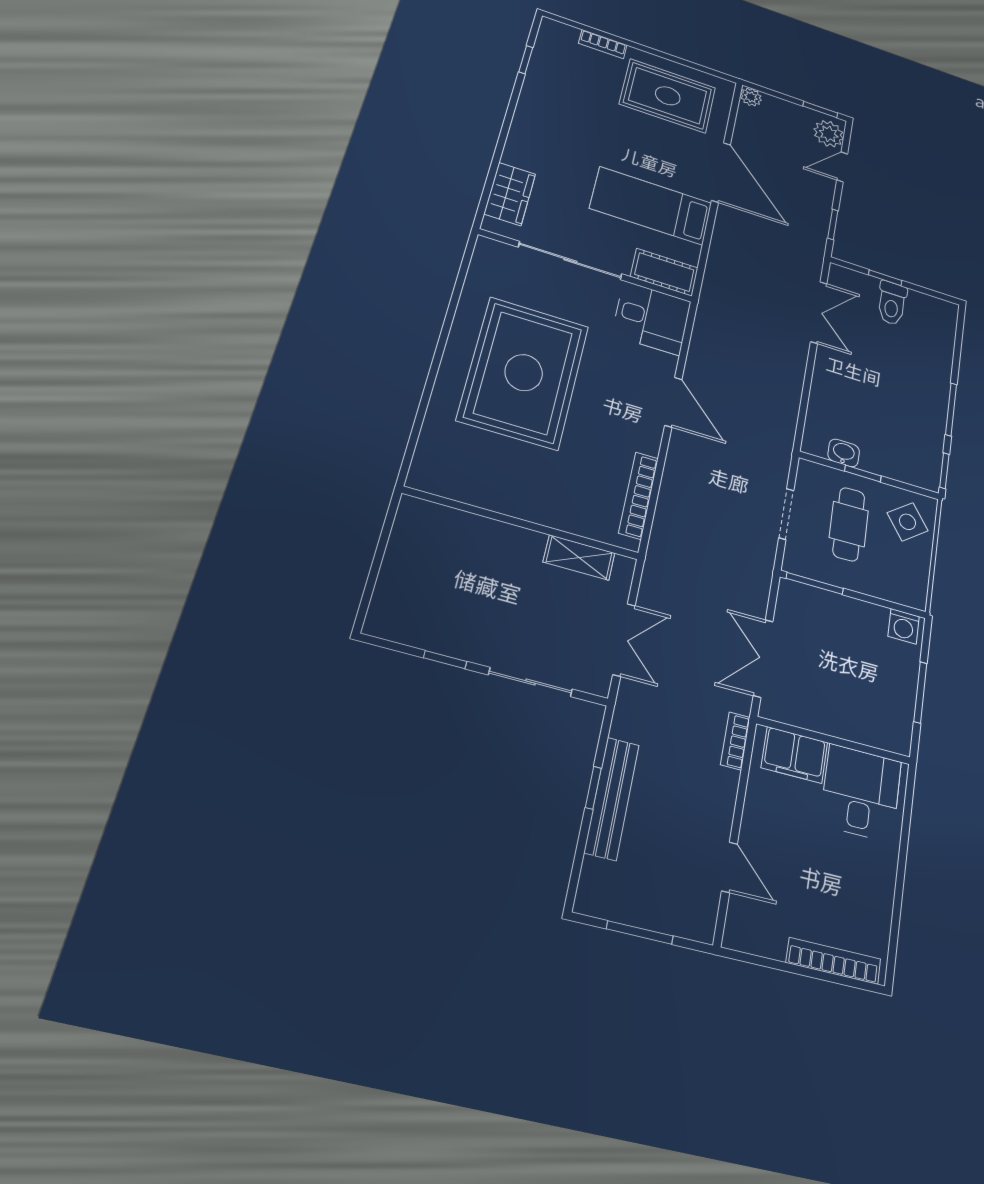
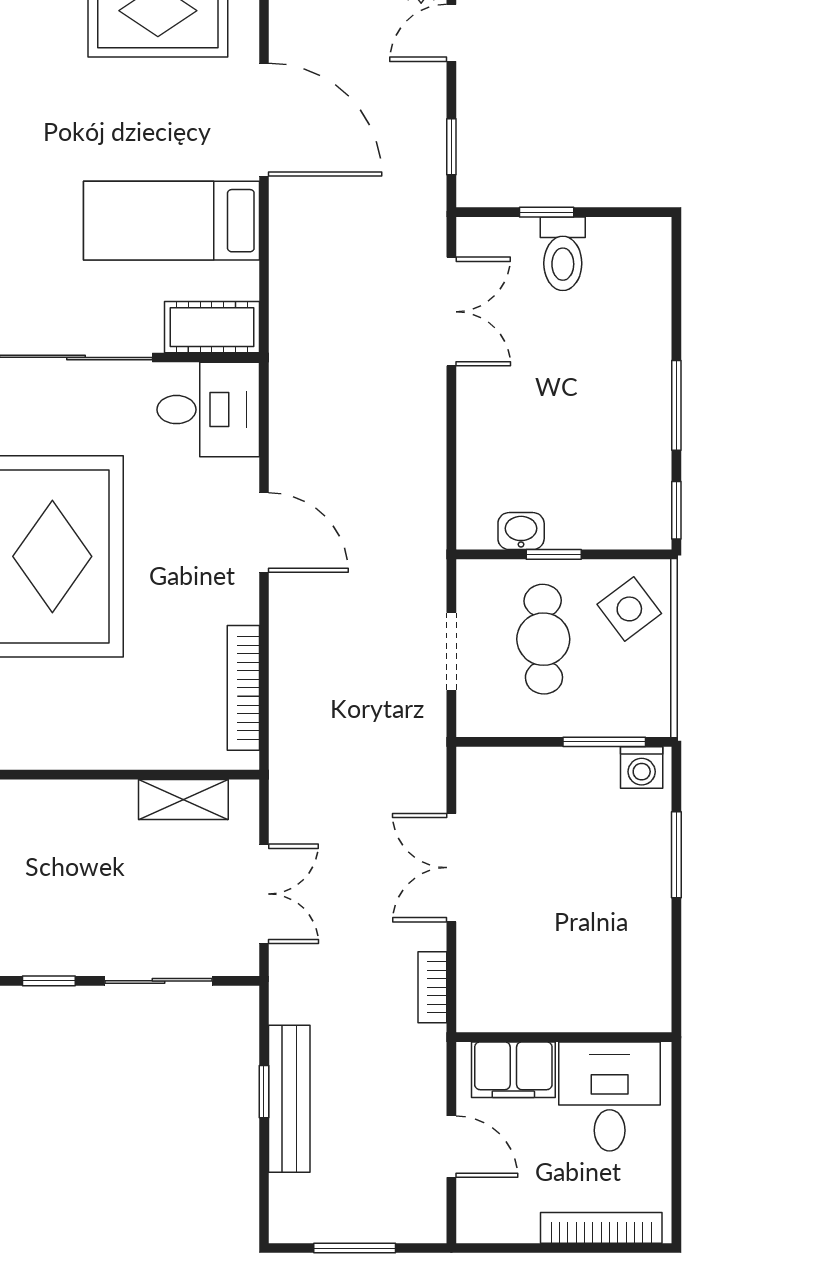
window: (815, 583) -> (604, 742), moved
wall: (834, 741) -> (564, 1037), moved
filing cabinet: (794, 755) -> (513, 1070), moved
desk: (861, 793) -> (610, 1096), moved

